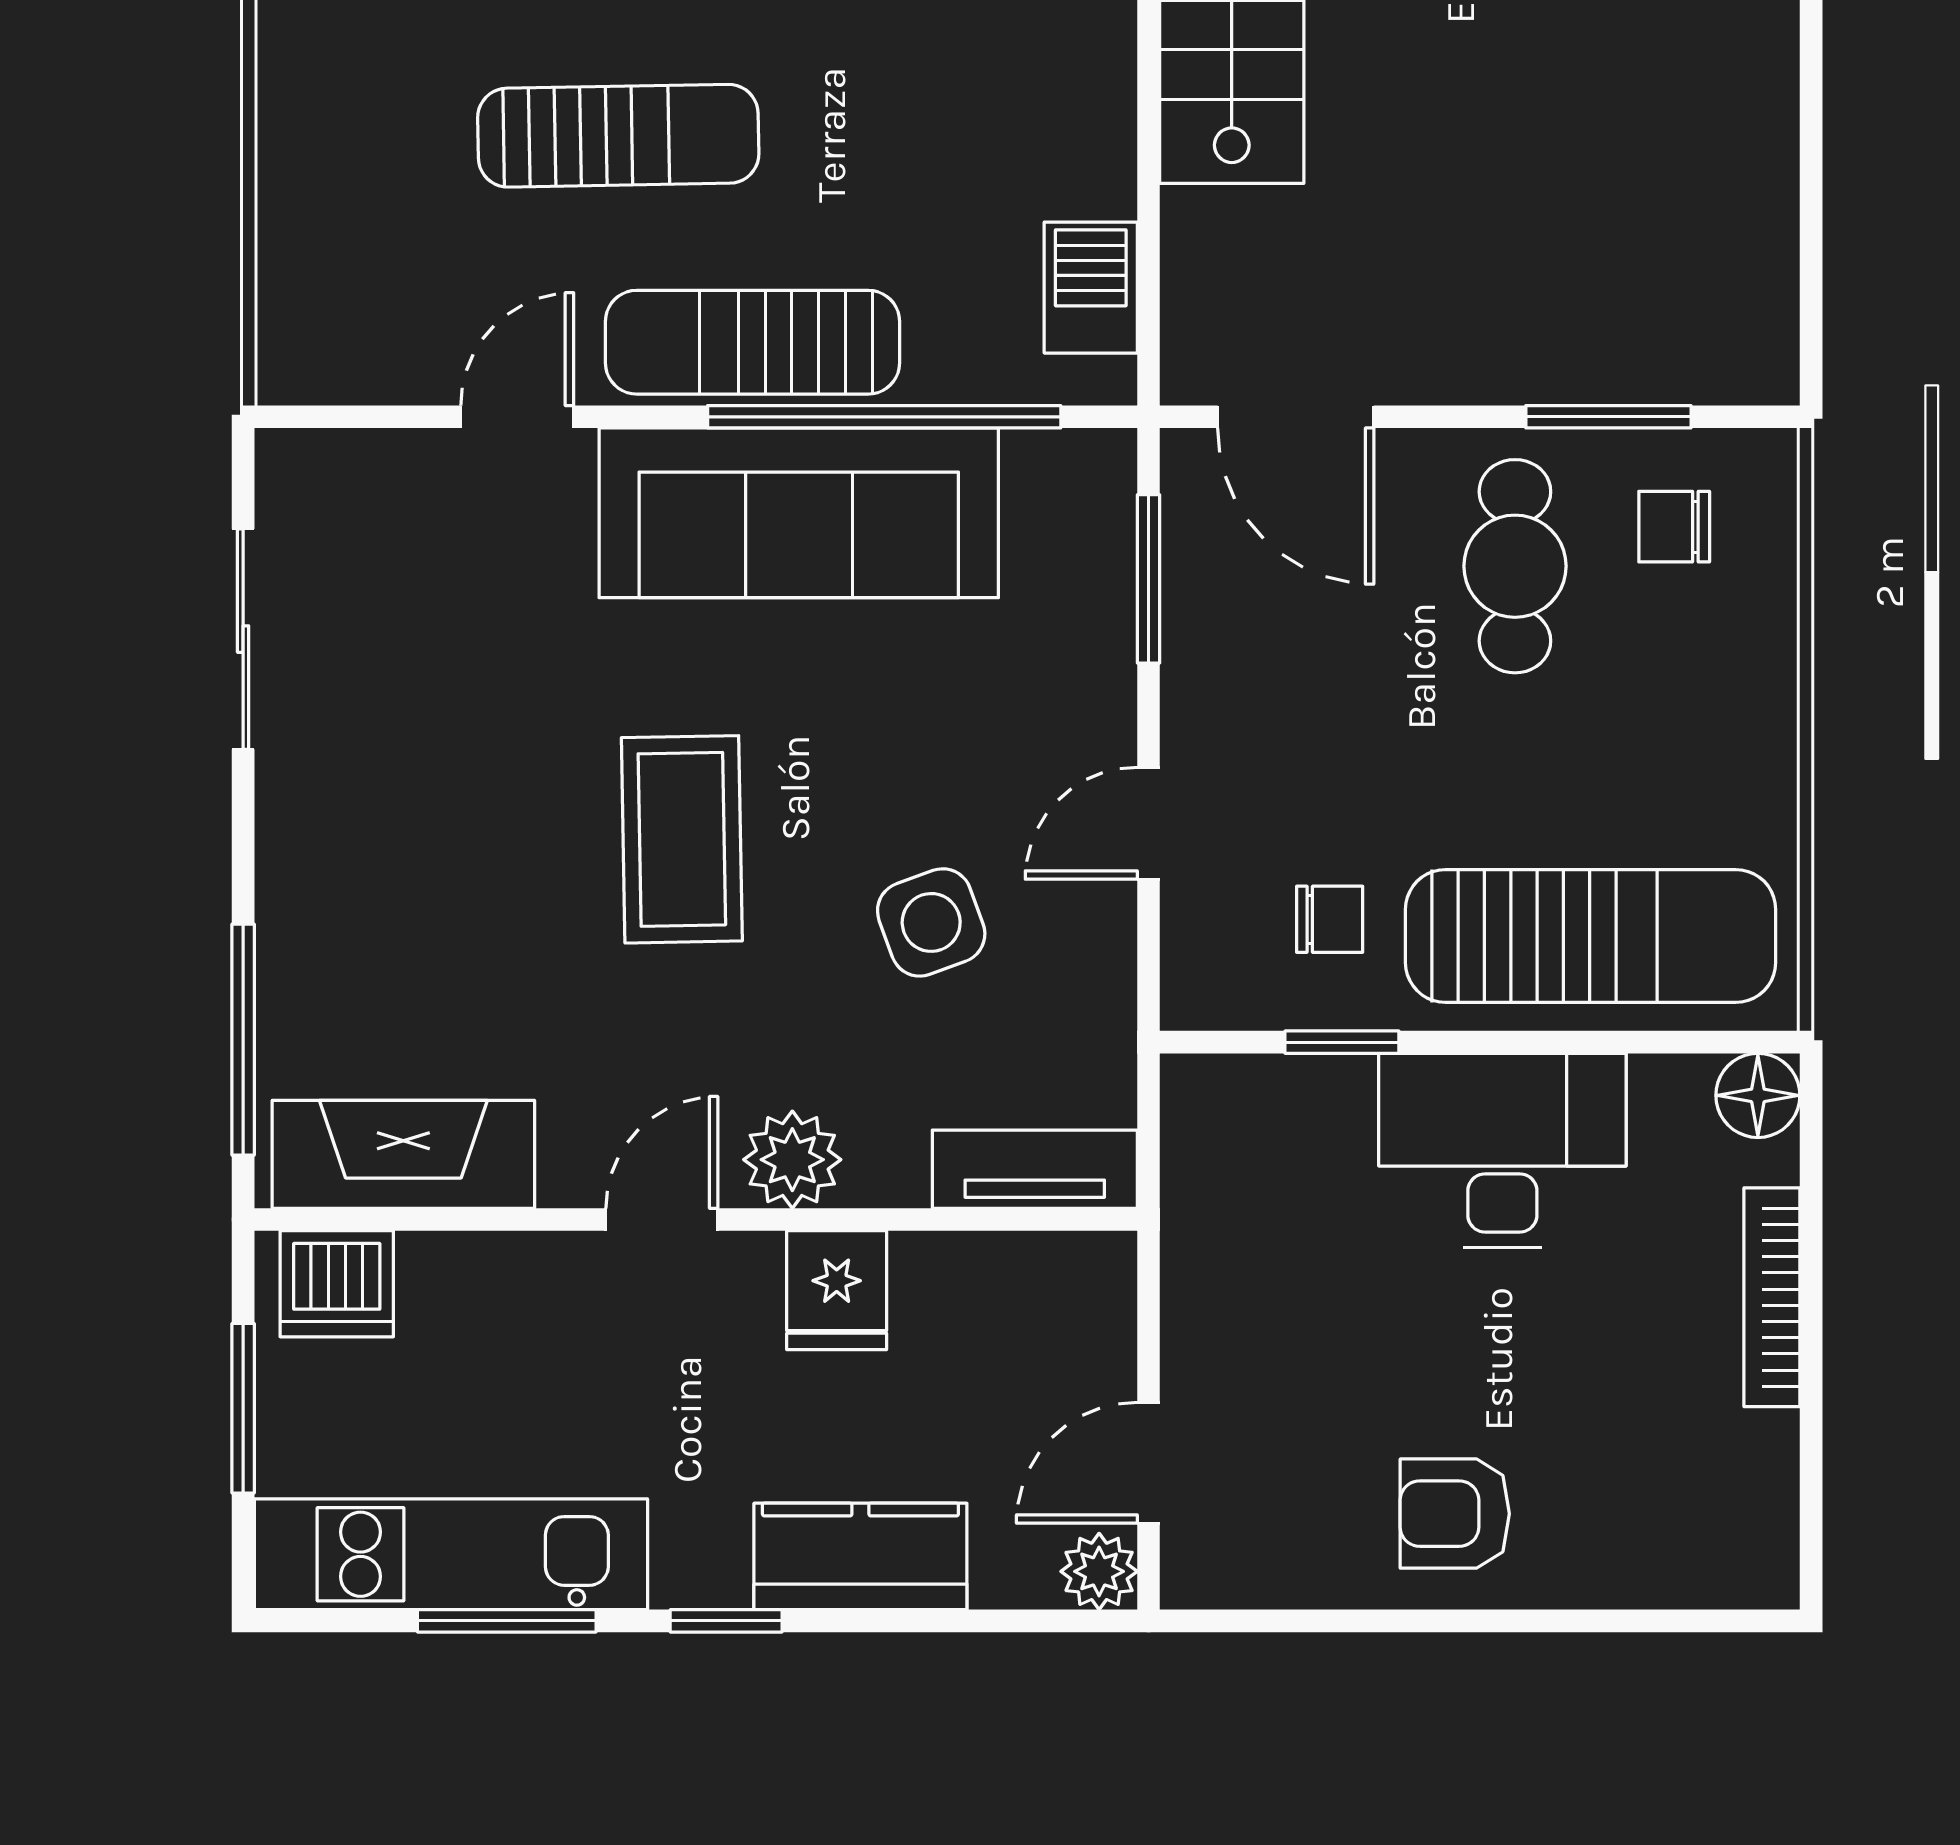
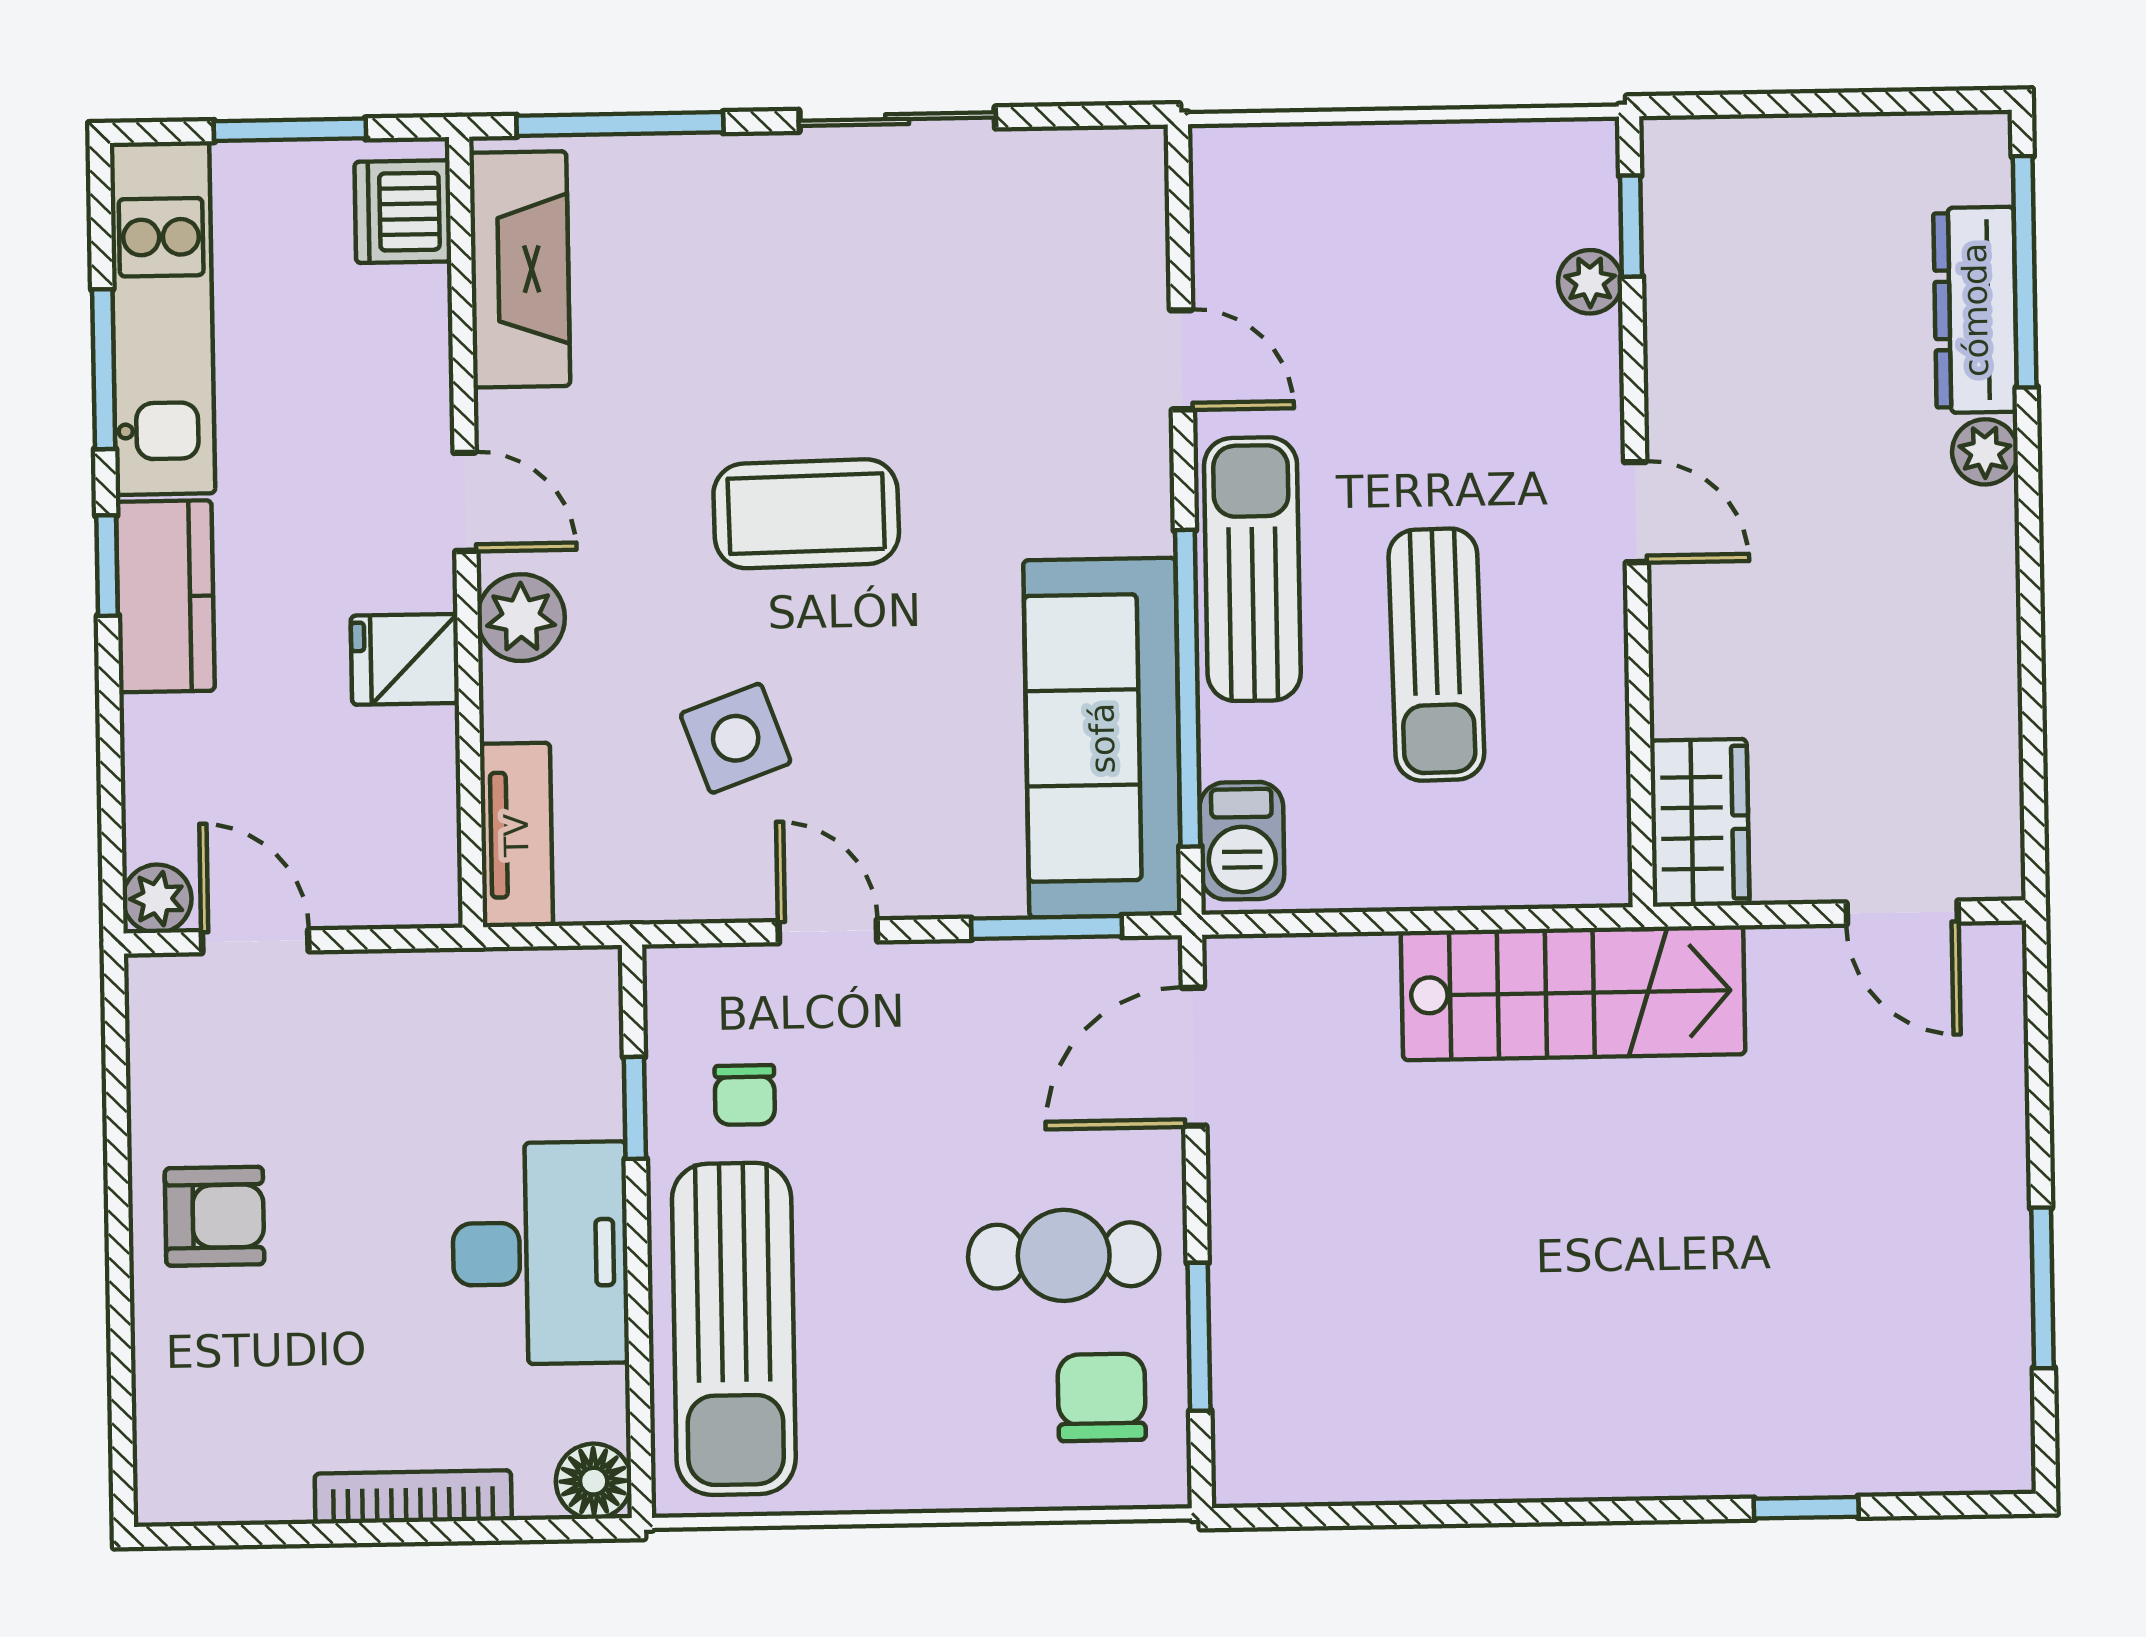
sun lounger: (618, 136) -> (1436, 655), moved
barbecue: (1091, 288) -> (1242, 841), moved, turned 90
sofa: (799, 513) -> (1102, 738), moved
chair: (1674, 527) -> (1102, 1397), width x1.37, depth x1.37
sliding door: (243, 639) -> (897, 119), moved
armchair: (1455, 1514) -> (215, 1216), turned 90
kitchen counter: (860, 1556) -> (165, 596), moved

